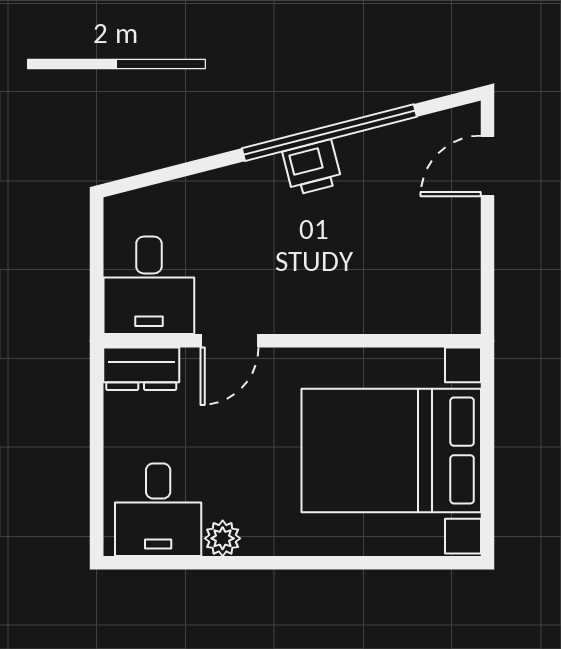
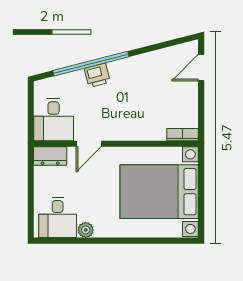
window: (329, 133) -> (91, 64), moved
printer: (312, 167) -> (97, 75), moved
bookcase: (445, 320) -> (183, 135), added

